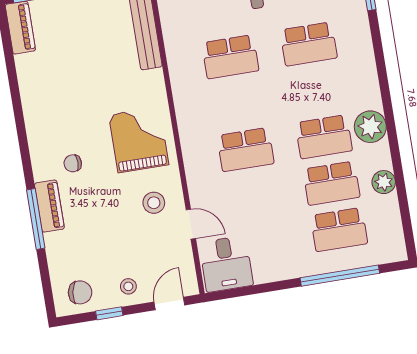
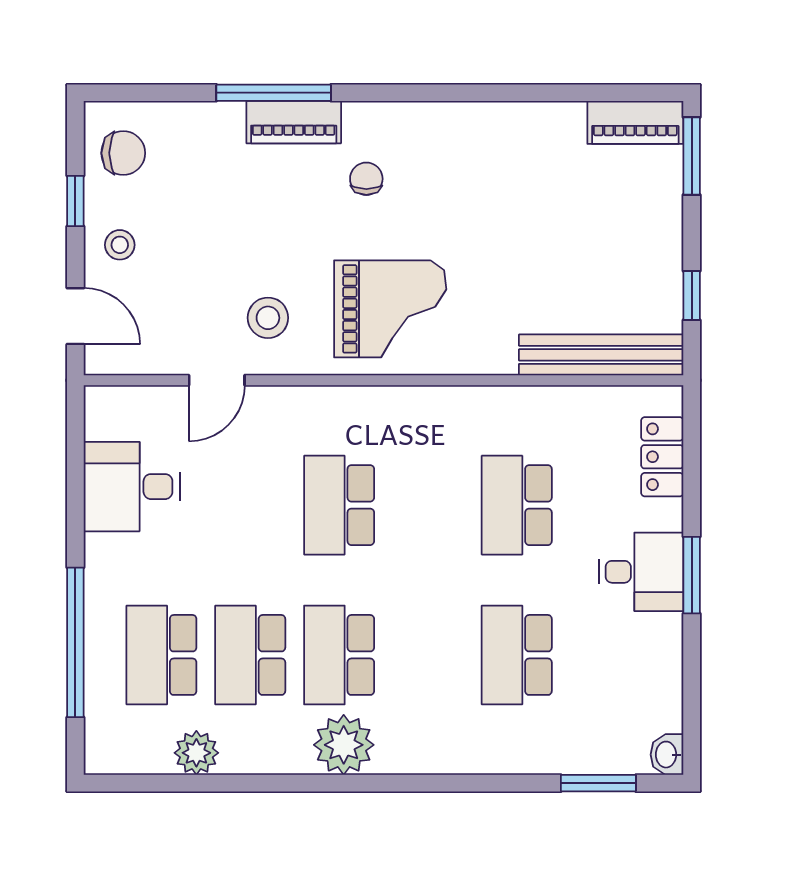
plant: (384, 182) -> (196, 753), moved
desk: (226, 264) -> (132, 487), moved
chair: (80, 292) -> (123, 153), turned -99

